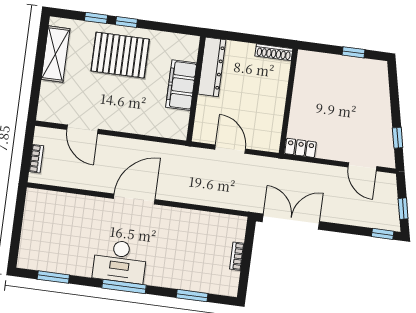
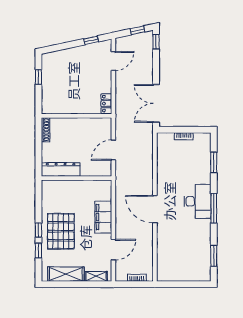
filing cabinet: (181, 85) -> (103, 217), moved, turned 90
shelving: (46, 98) -> (96, 276), added
desk: (120, 261) -> (197, 201), moved

